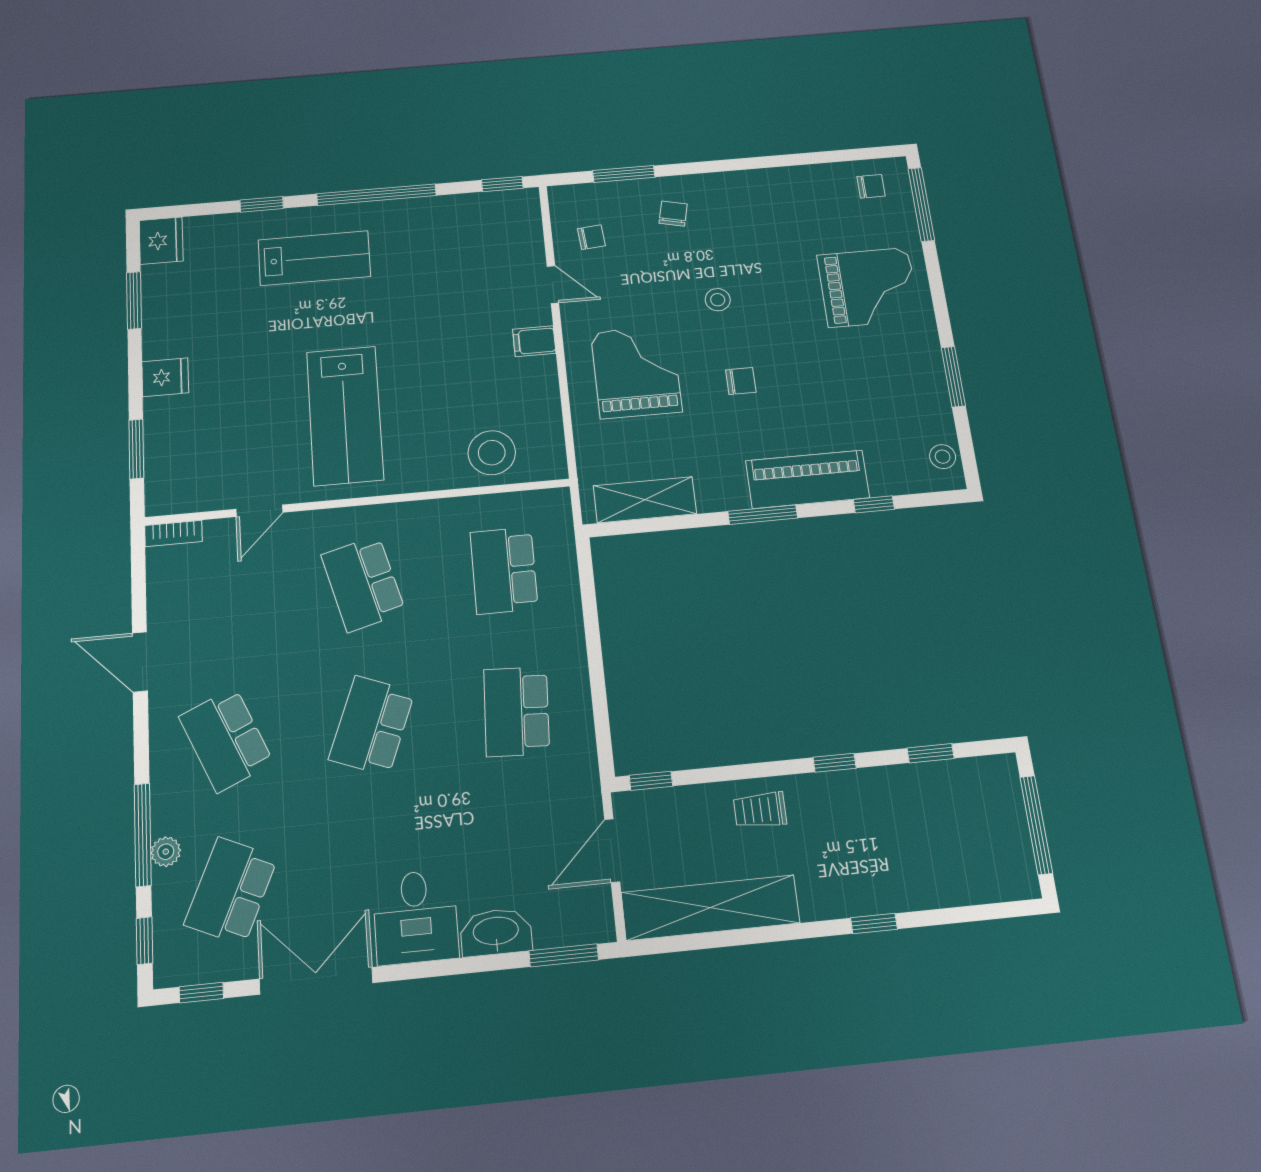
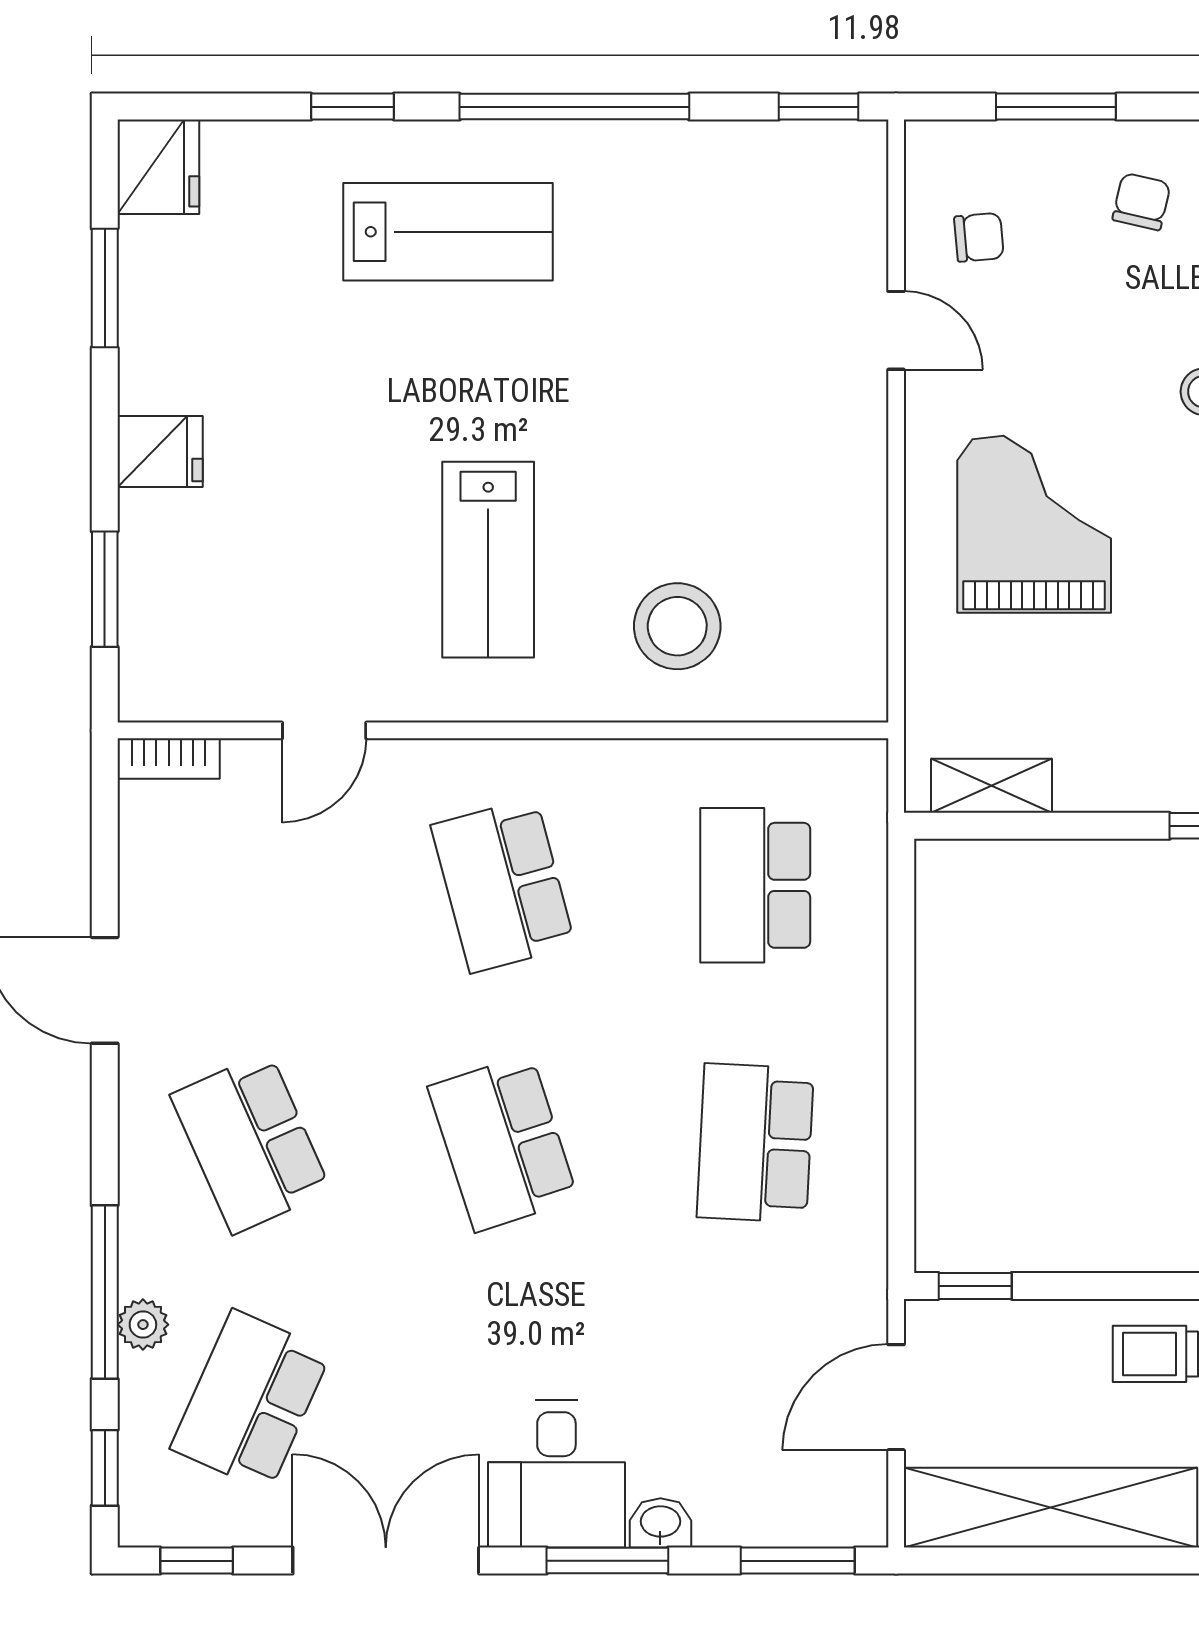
filing cabinet: (534, 341) -> (850, 444), removed
lab bench: (345, 415) -> (488, 560), width x0.73, depth x0.72
stool: (492, 453) -> (677, 626), moved
shelving: (645, 500) -> (992, 786), width x0.67, depth x0.75
school desk: (372, 726) -> (503, 1143), turned -39
washbasin: (496, 932) -> (660, 1523), width x0.52, depth x0.69
window: (450, 967) -> (607, 1561), added

